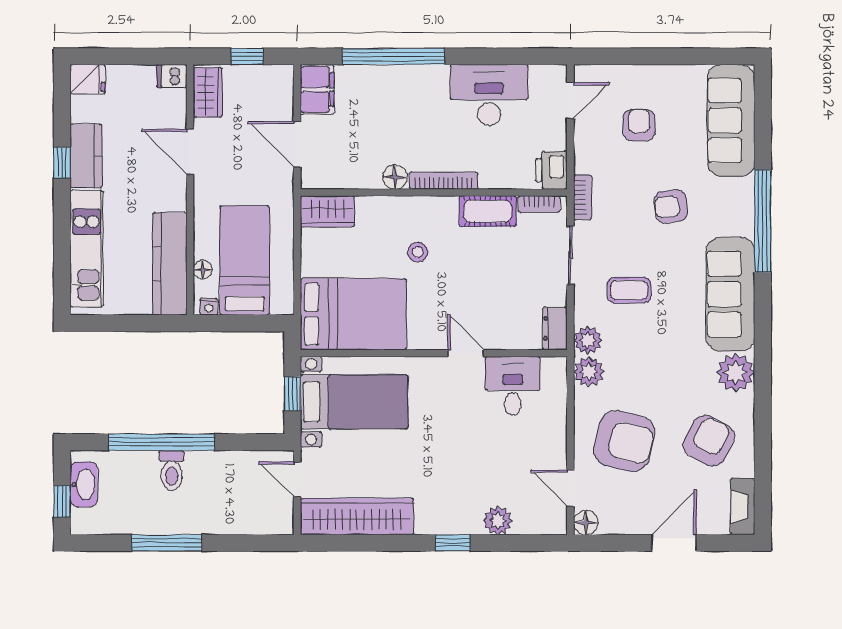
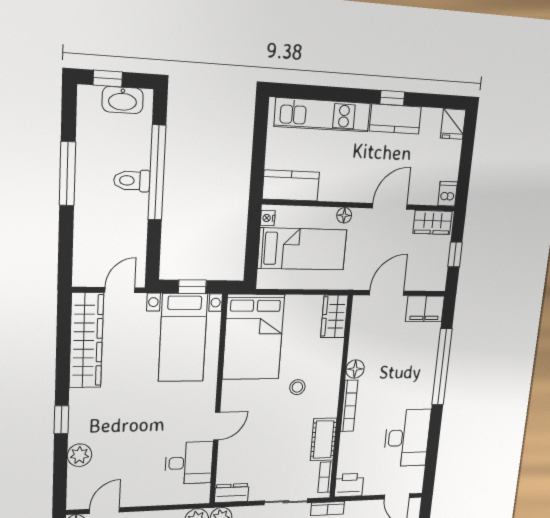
kitchen counter: (170, 264) -> (291, 185), width x0.67
floor lamp: (203, 270) -> (344, 215), moved

